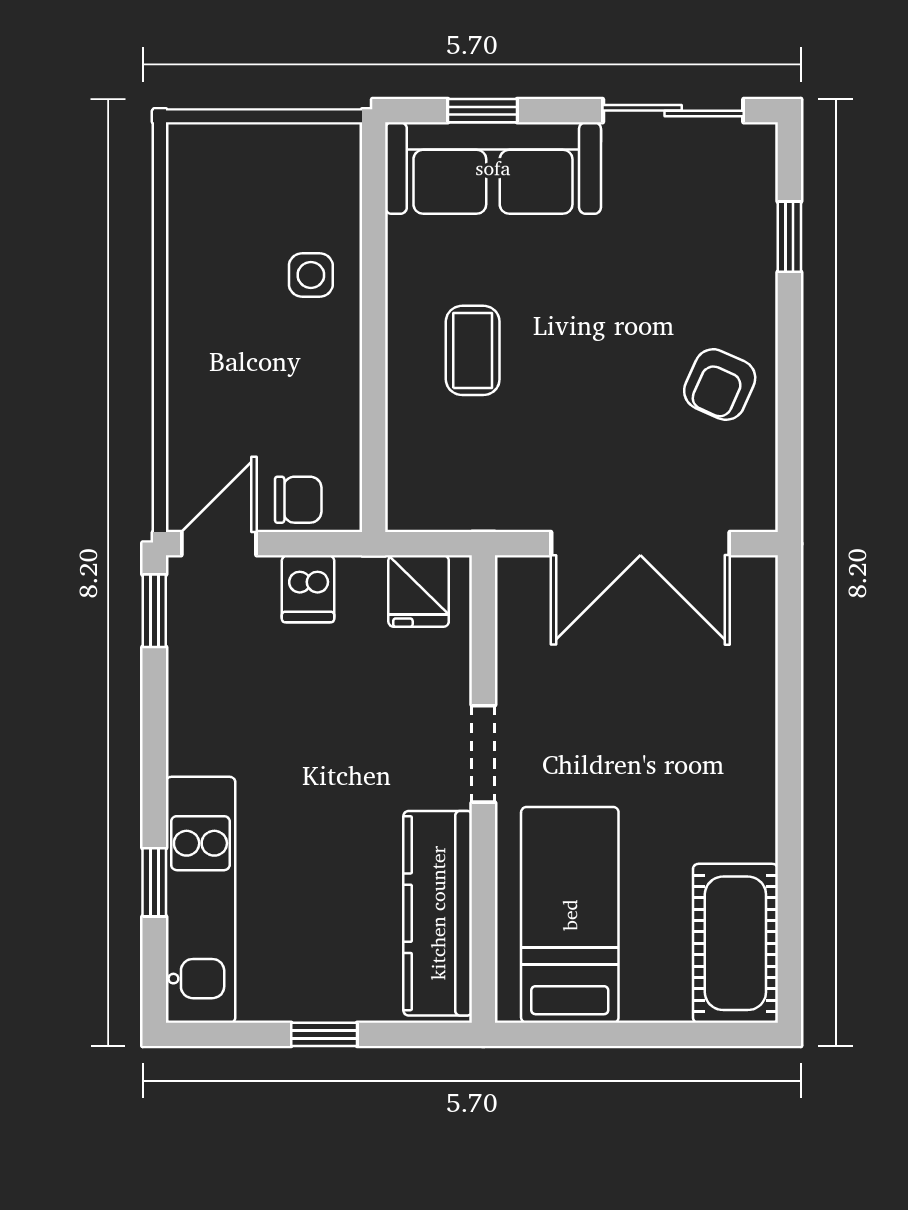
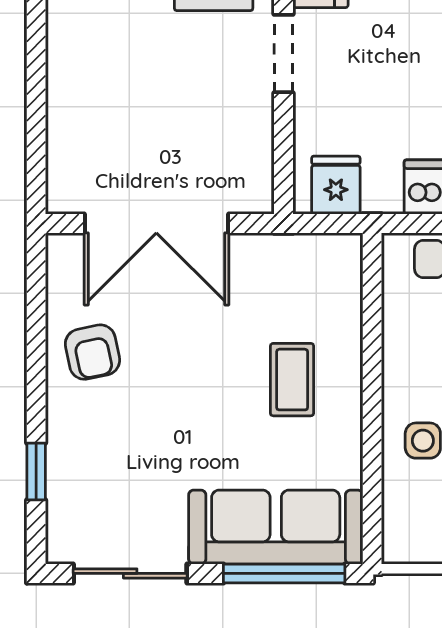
window: (483, 111) -> (284, 573), width x2.17
armchair: (720, 385) -> (92, 352), turned 144
double door: (640, 544) -> (156, 223), swing flipped

